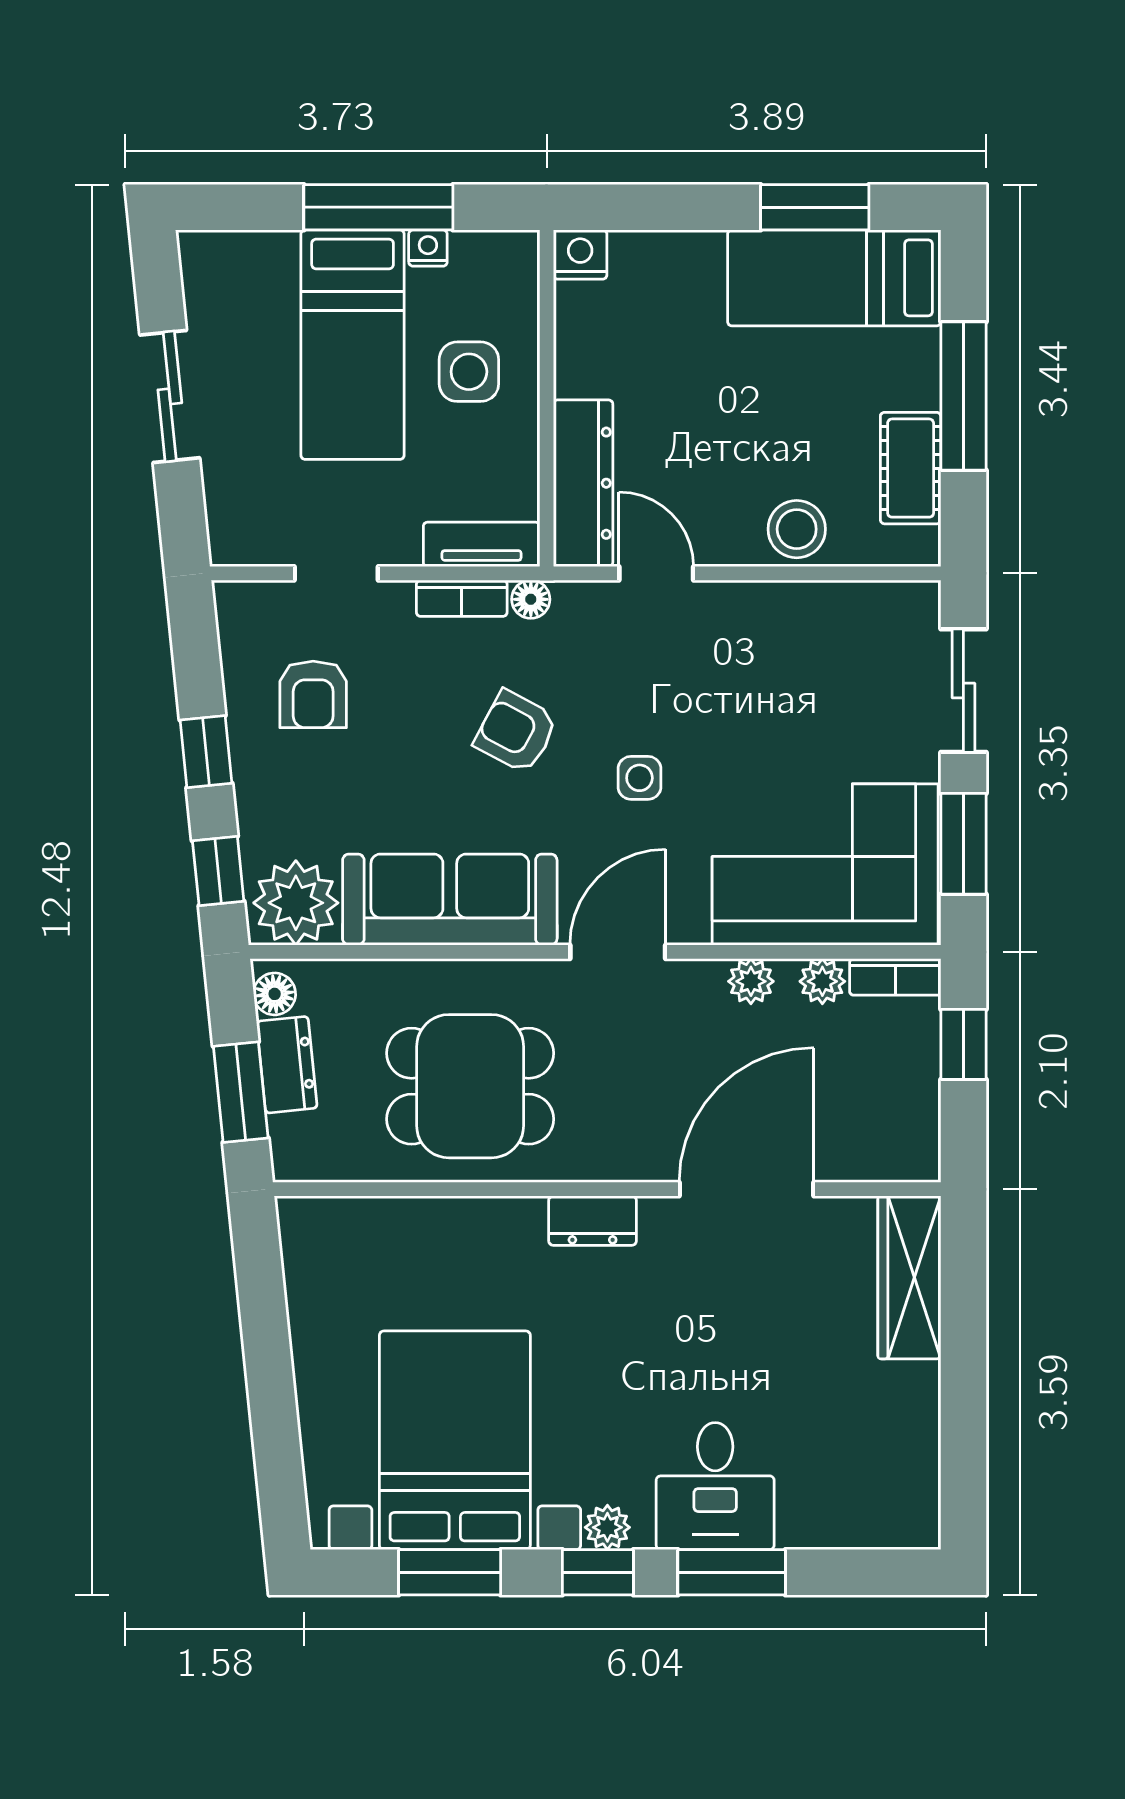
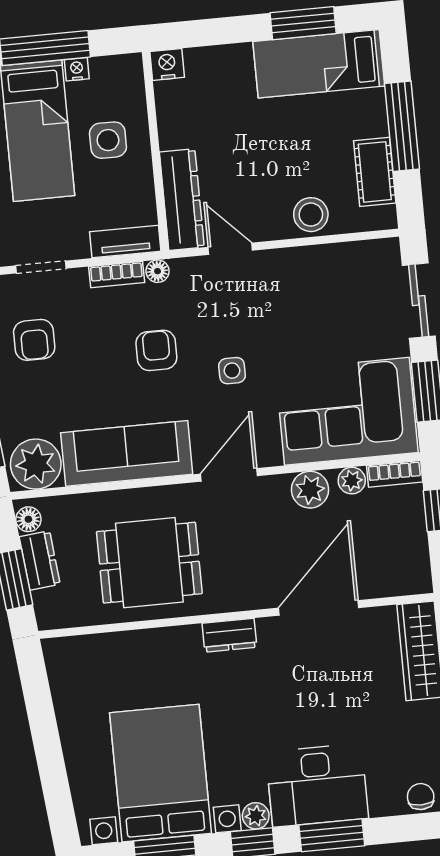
armchair: (516, 732) -> (156, 350), turned 62
plant: (751, 981) -> (310, 490), width x1.38, depth x1.38
desk: (715, 1486) -> (317, 785), width x1.37
chair: (887, 1522) -> (421, 797), added

